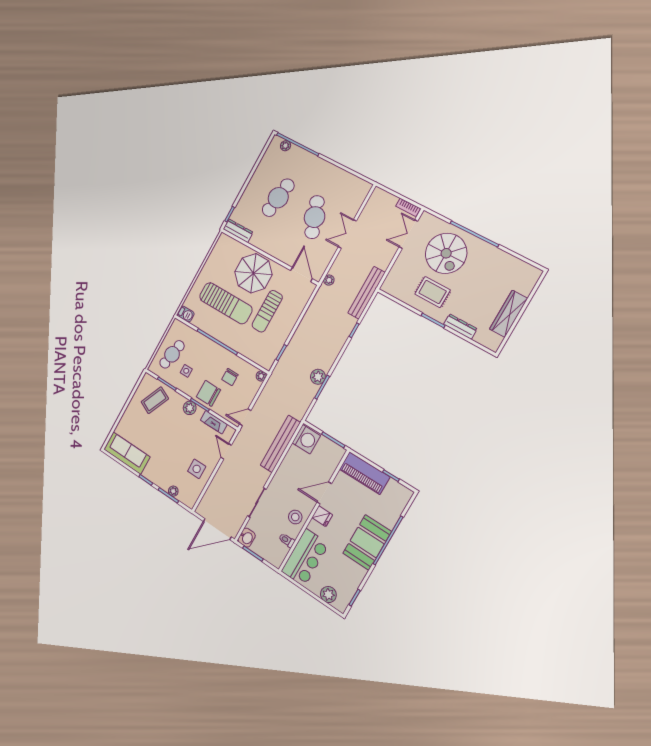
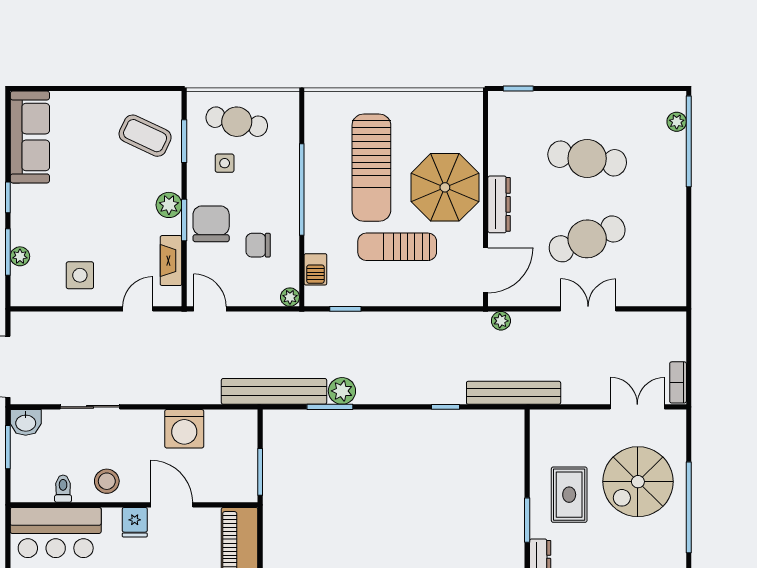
dresser: (238, 231) -> (499, 204), moved
barbecue: (186, 314) -> (315, 269), moved
washing machine: (306, 439) -> (184, 429), moved
bench: (280, 444) -> (274, 391), moved

